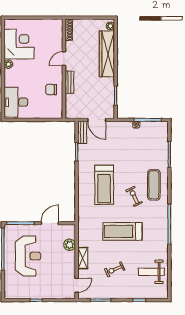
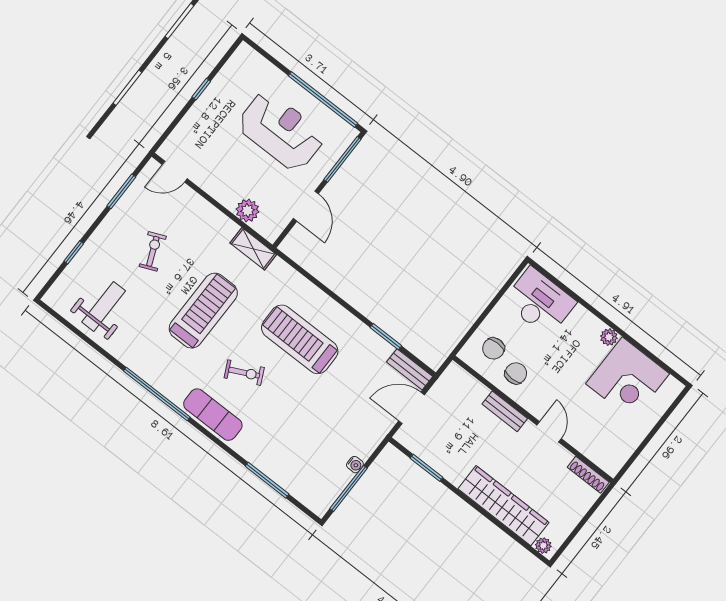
chair: (48, 106) -> (493, 348), added
exercise mat: (154, 185) -> (213, 415), moved
reception desk: (28, 256) -> (281, 131), turned 180
shelving: (83, 258) -> (253, 249), moved
door: (77, 285) -> (175, 172), hinge flipped

